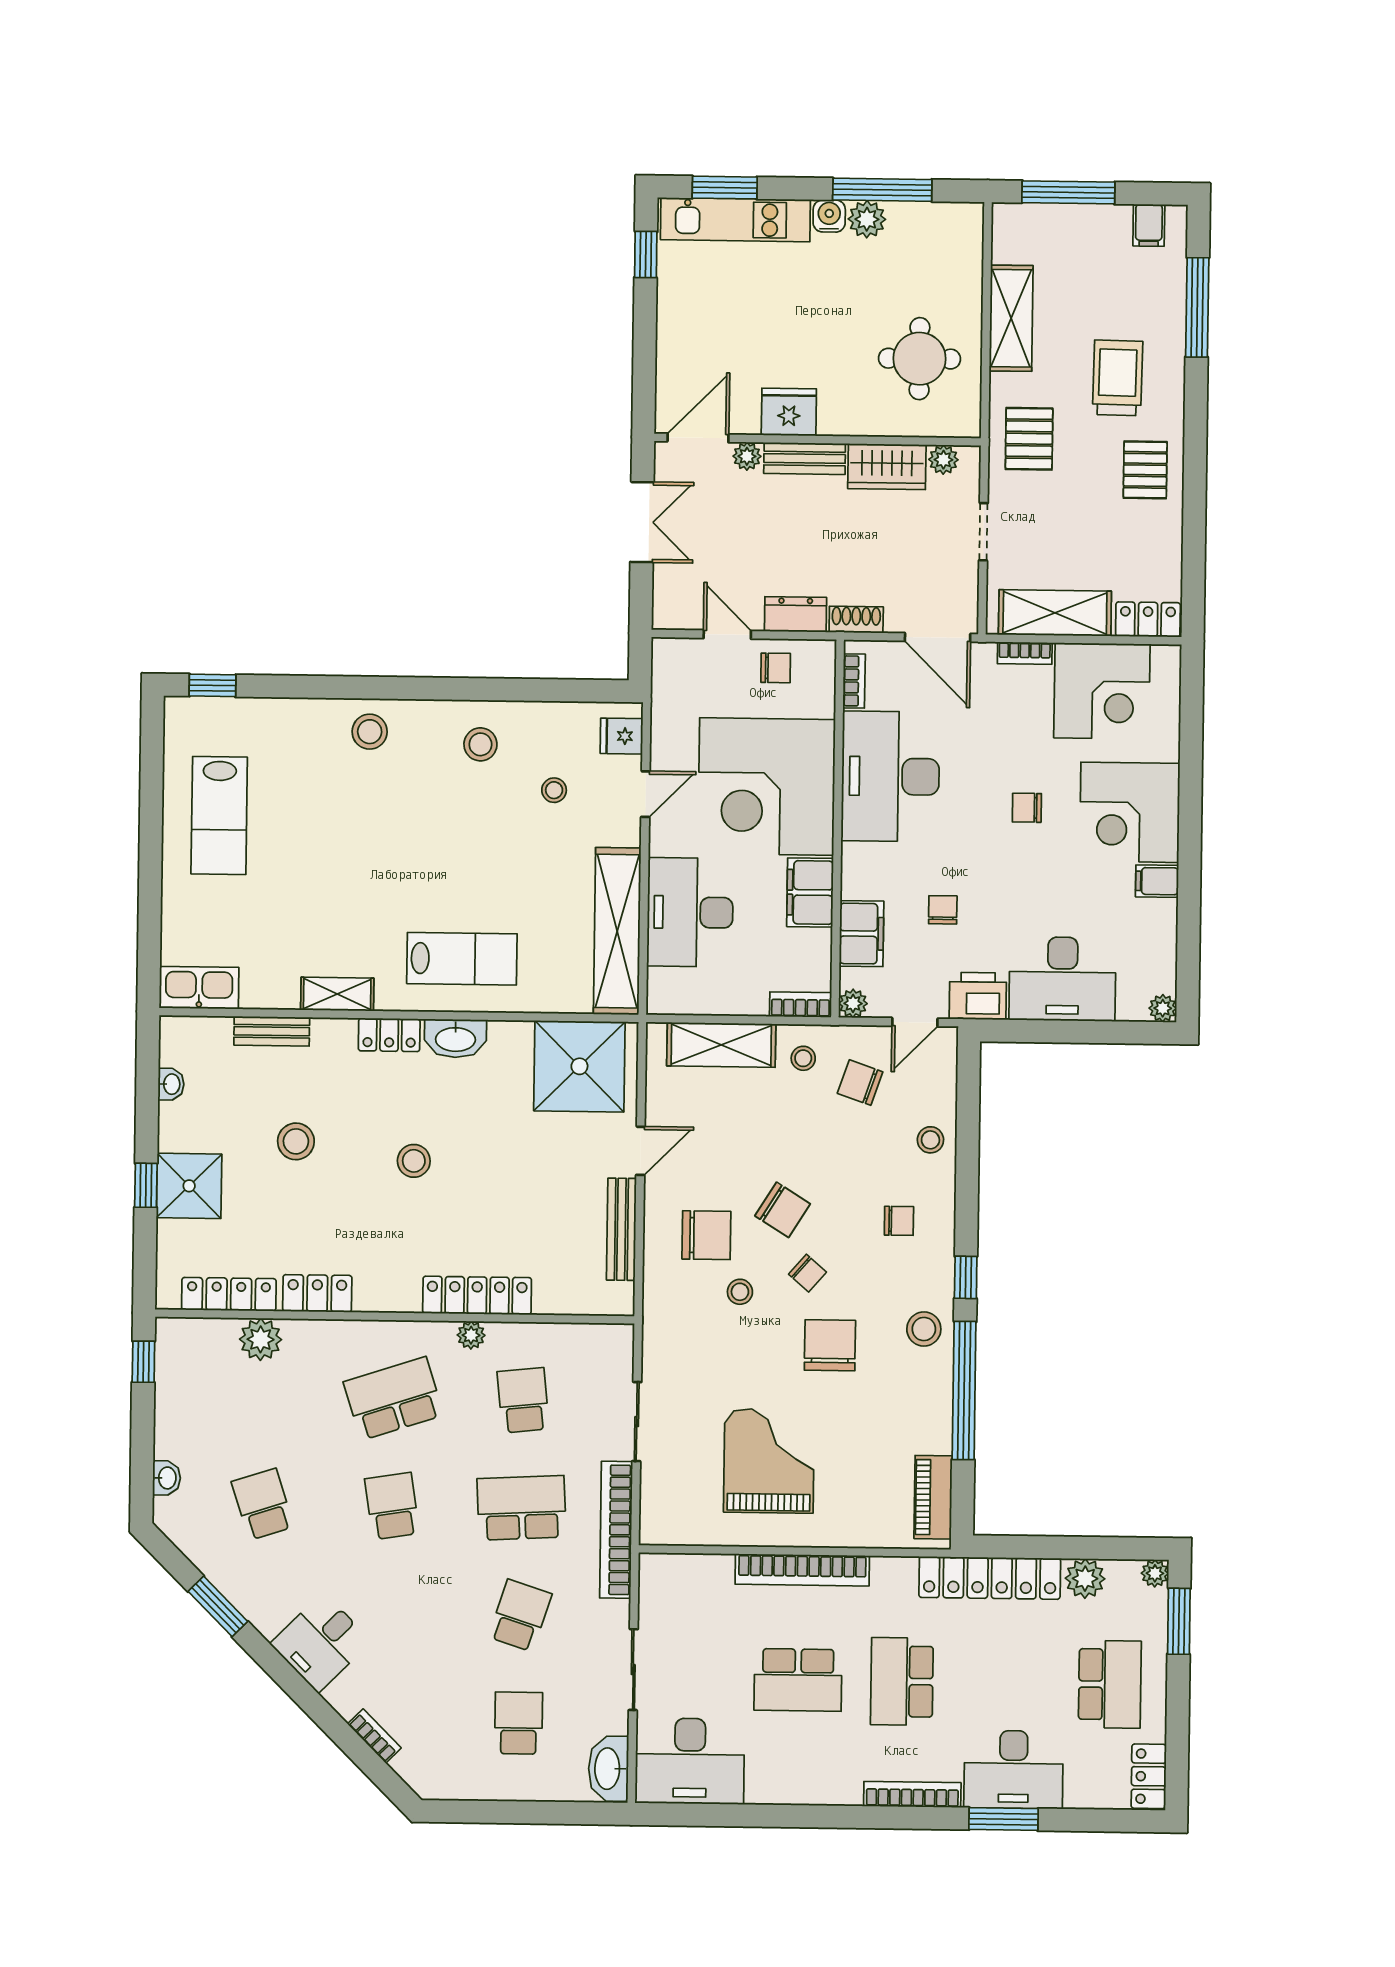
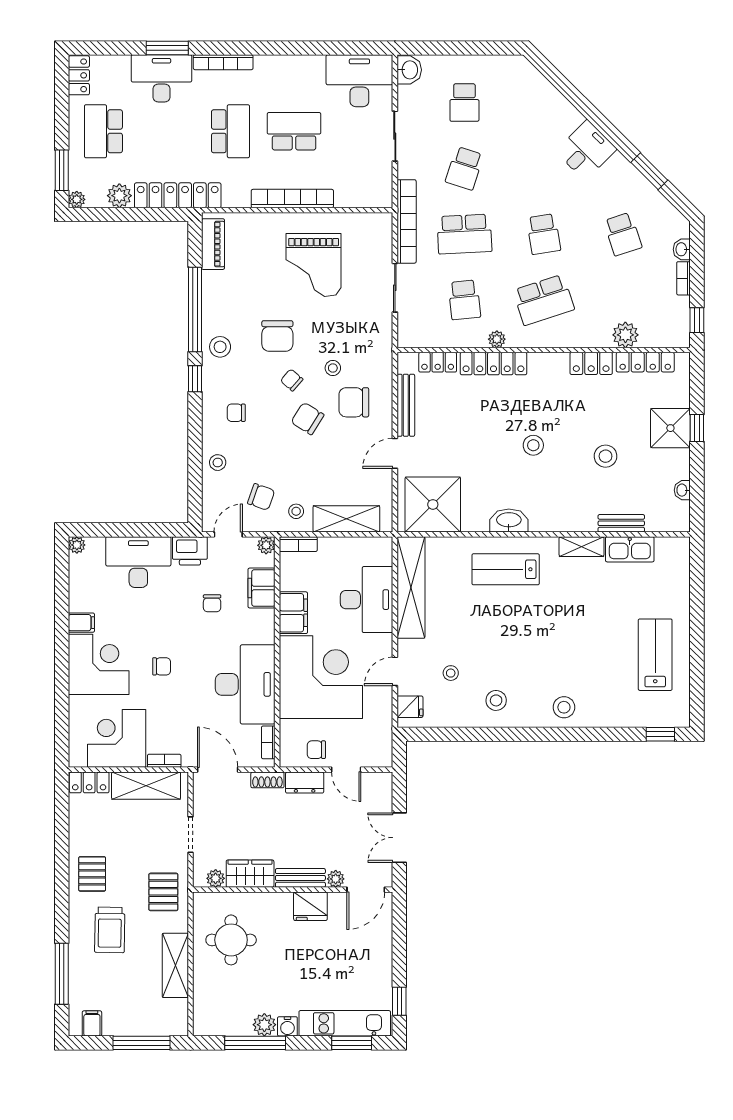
kitchen sink: (199, 988) -> (630, 549), moved
locker: (389, 1035) -> (438, 362), moved, turned 180
bookcase: (374, 1736) -> (683, 278), moved, turned 45
washbasin: (608, 1769) -> (409, 70), width x0.72

